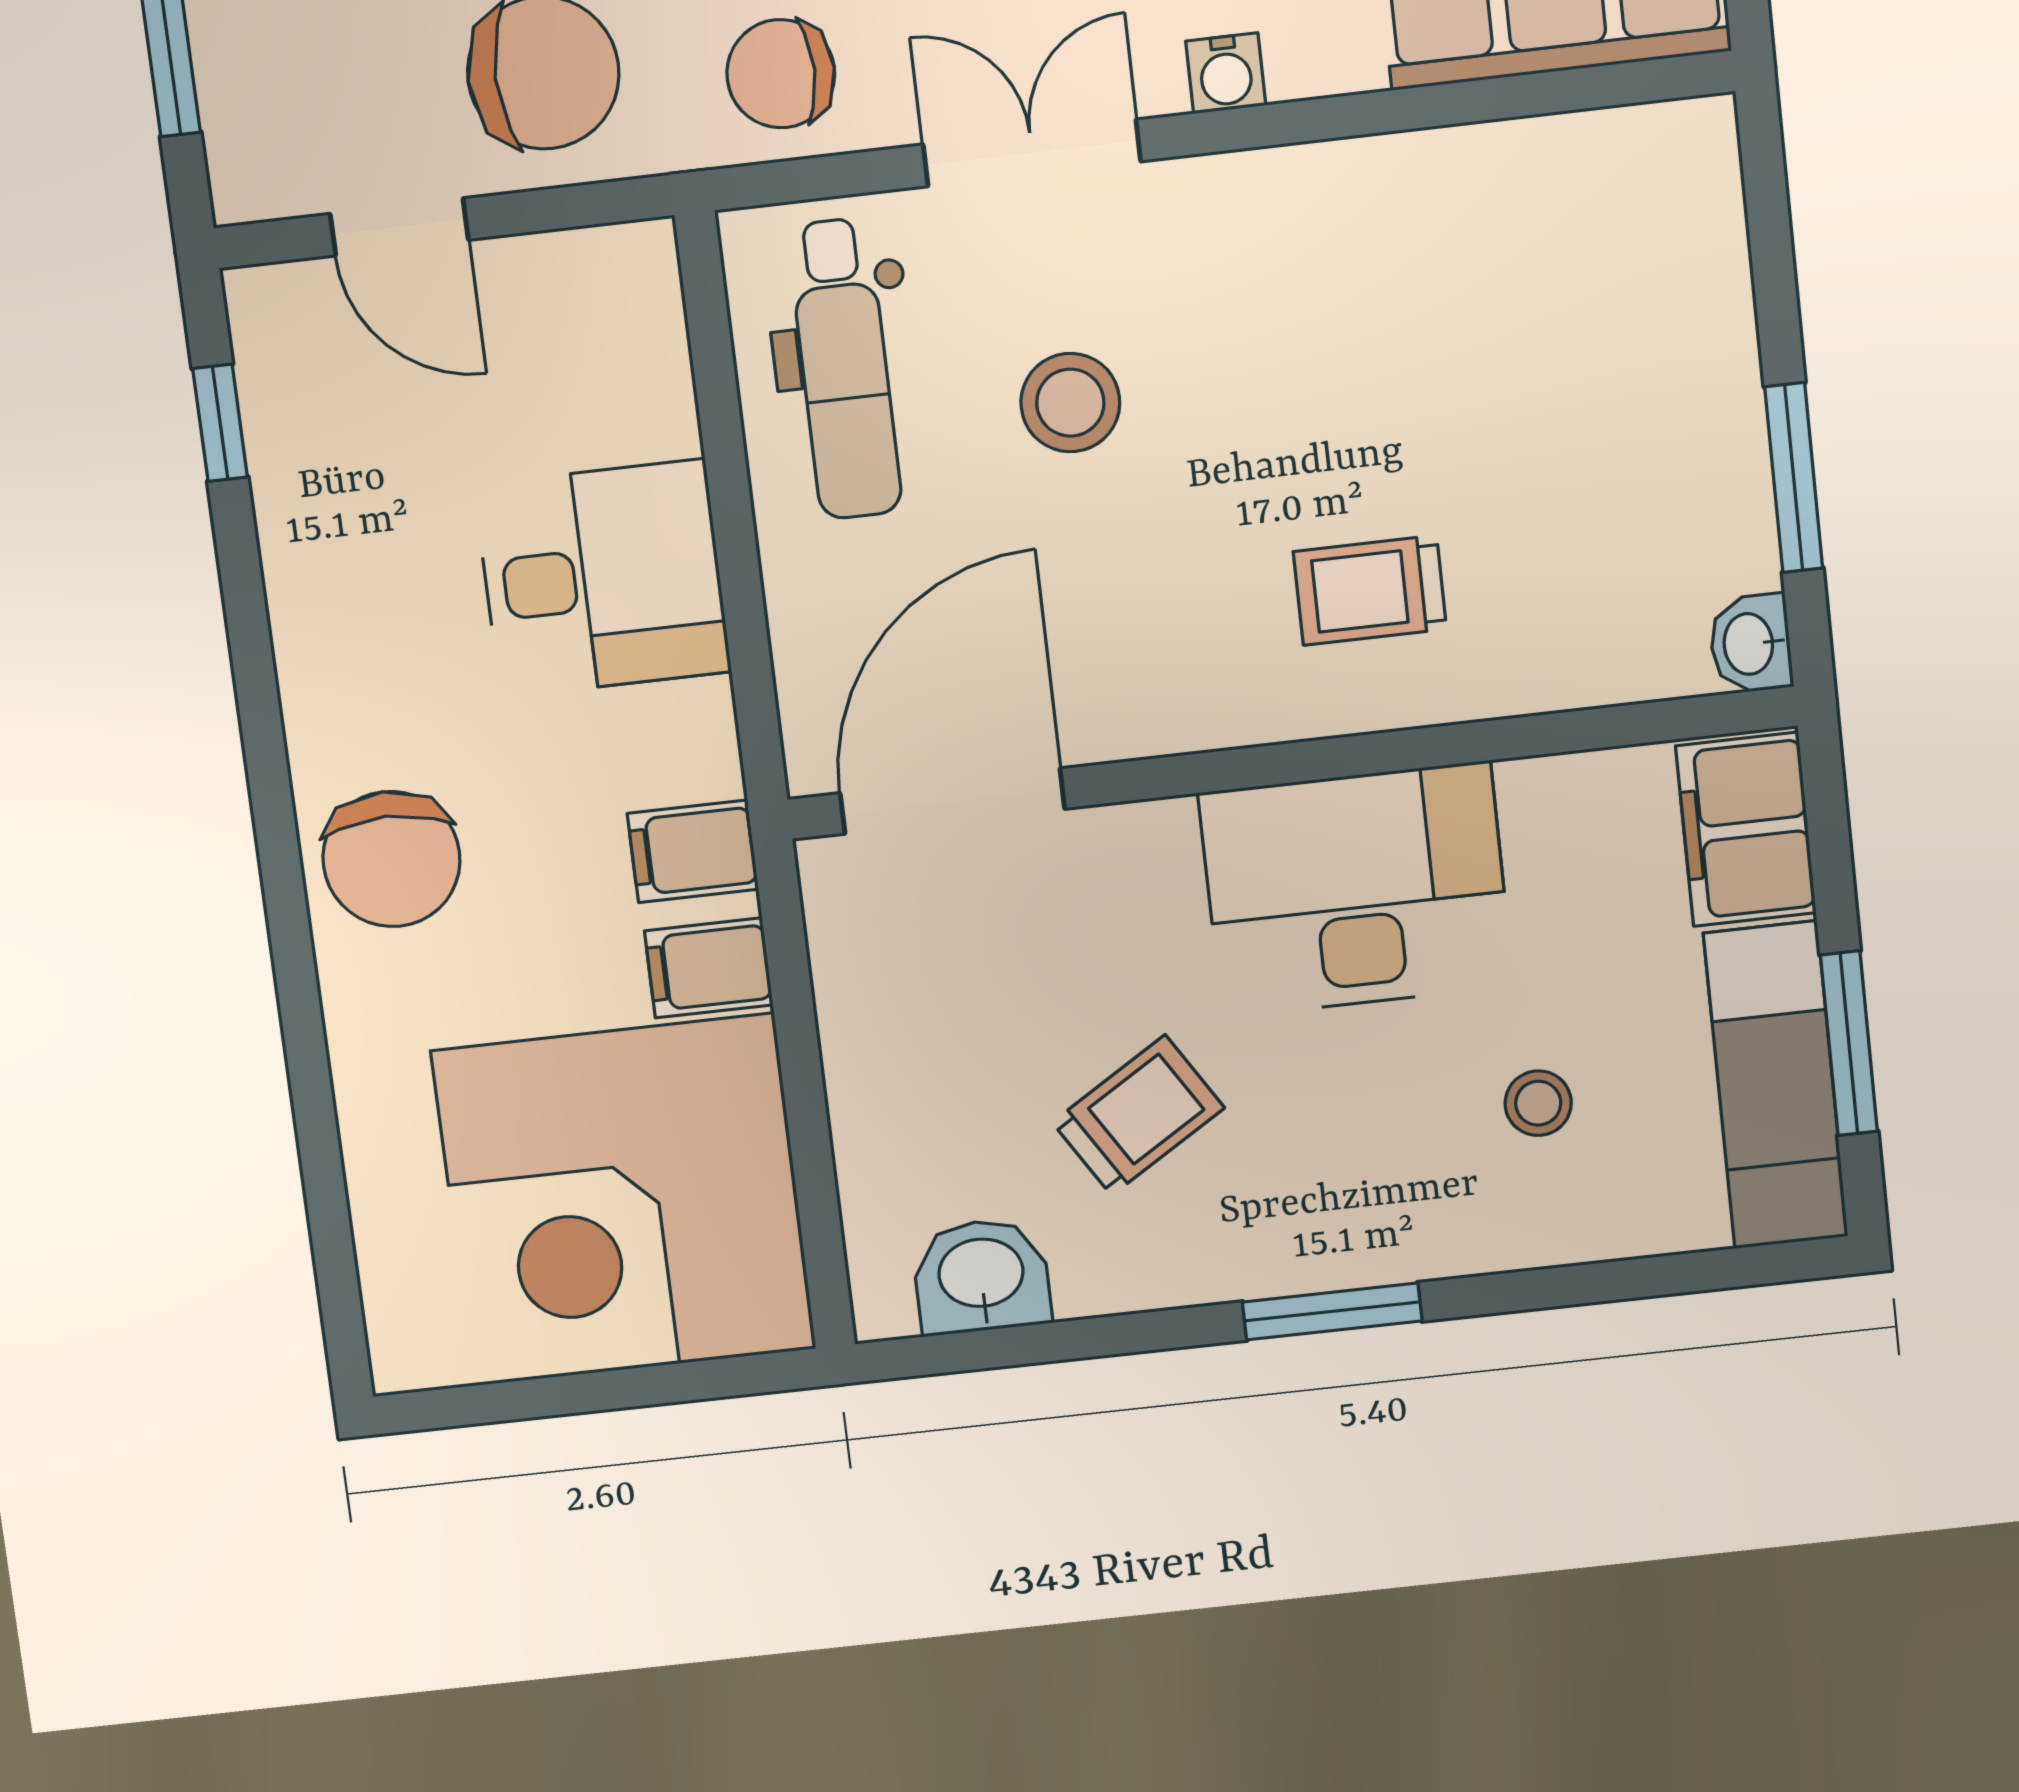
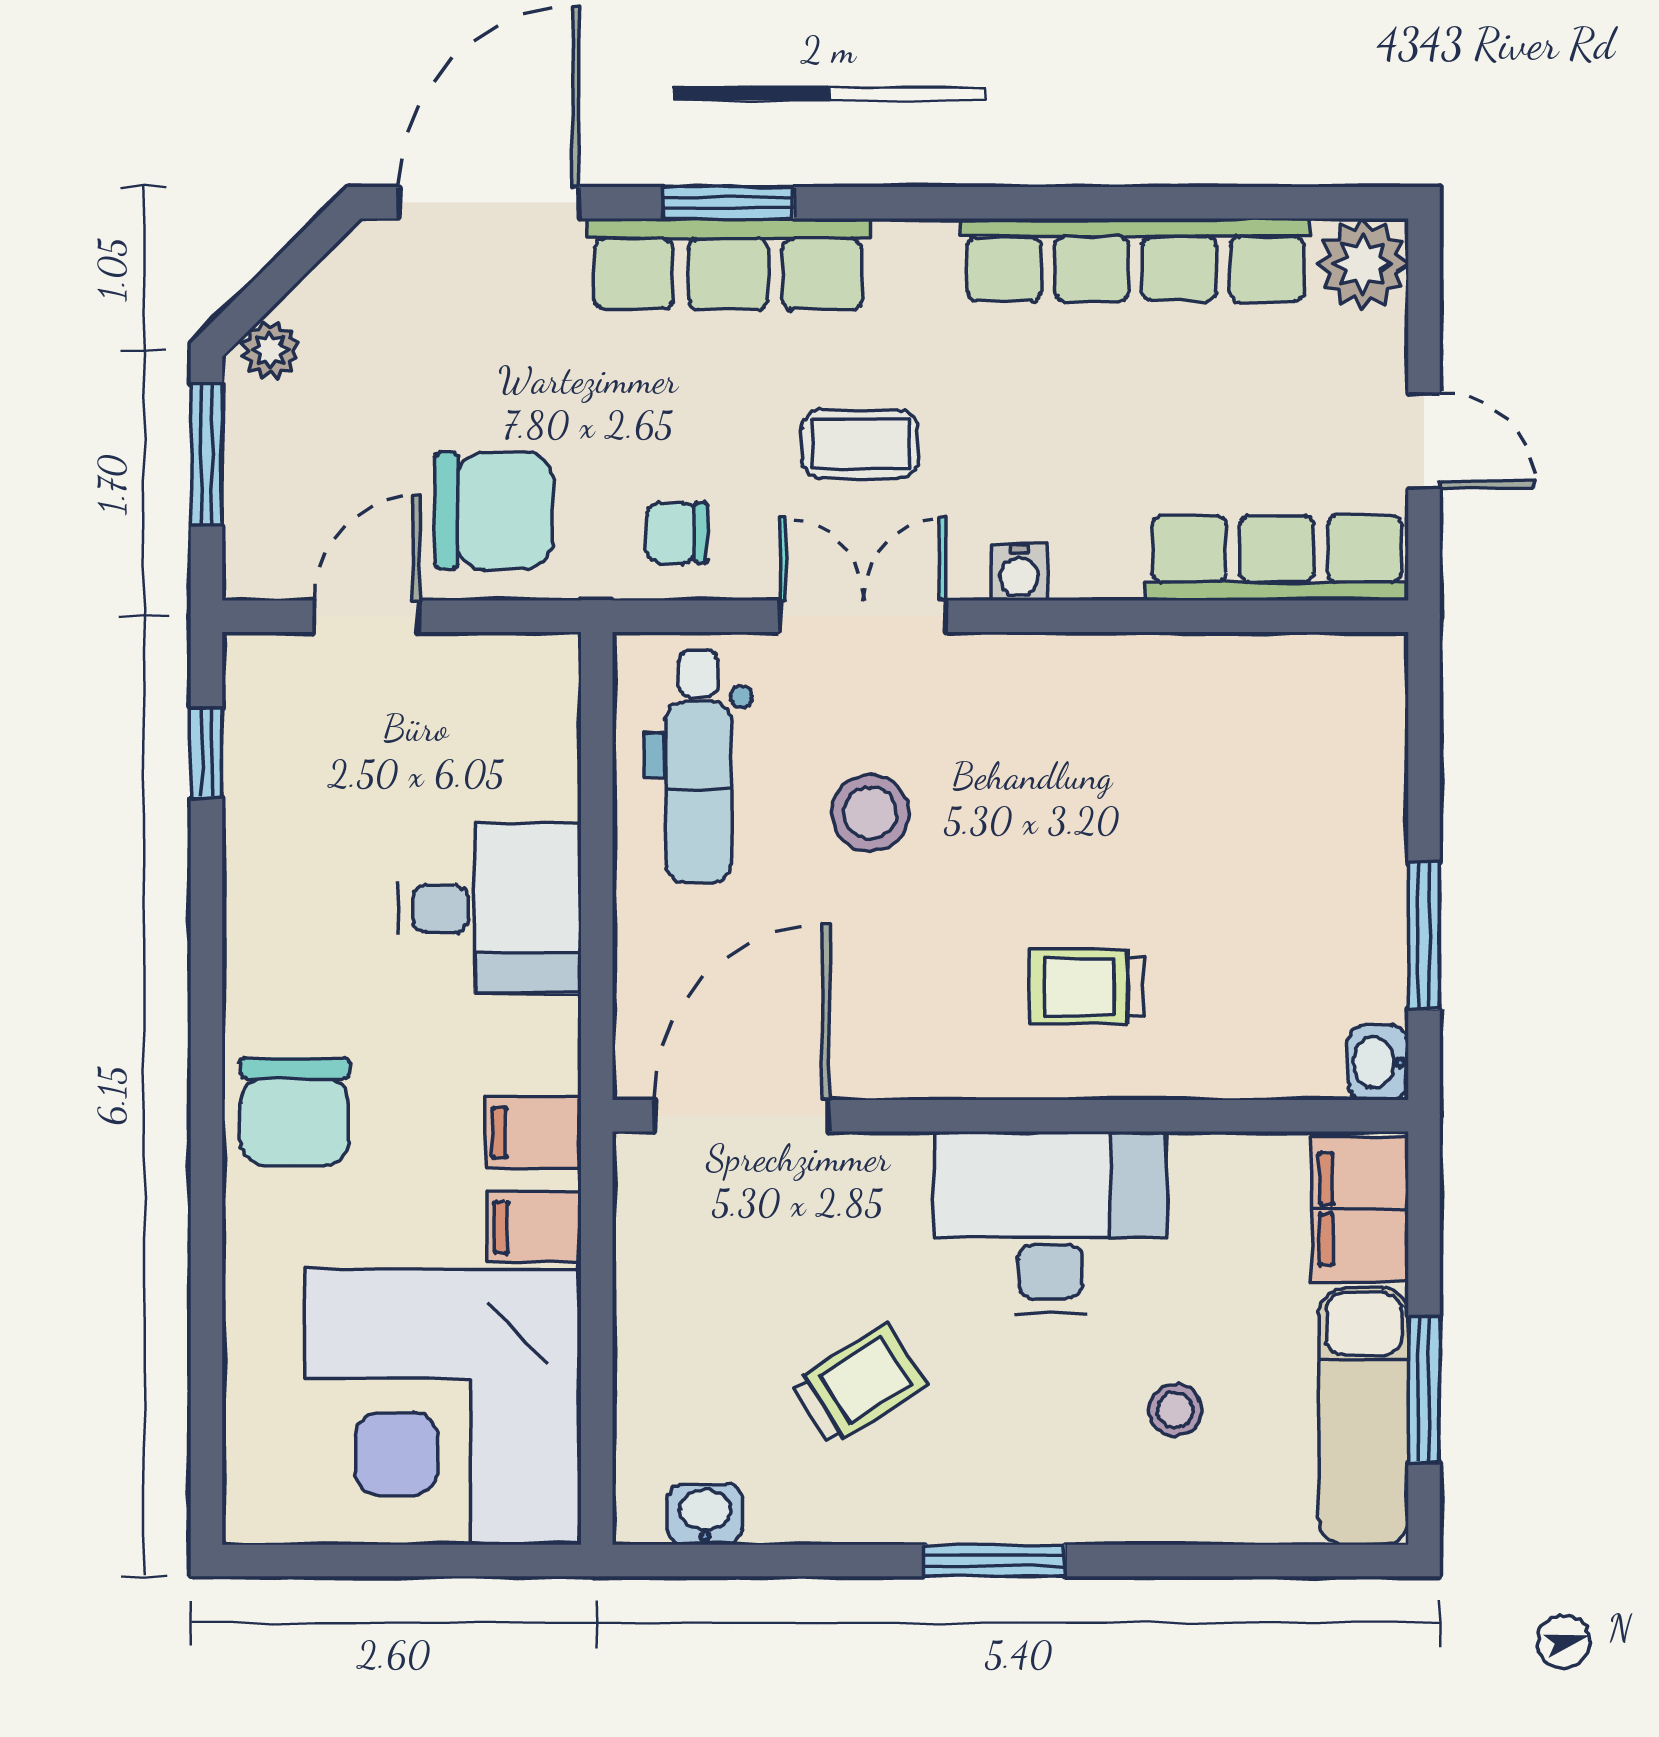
chair: (781, 74) -> (677, 533), width x0.73, depth x0.73
door: (399, 227) -> (367, 616), swing flipped
washbasin: (981, 1276) -> (705, 1514), width x0.72, depth x0.69

